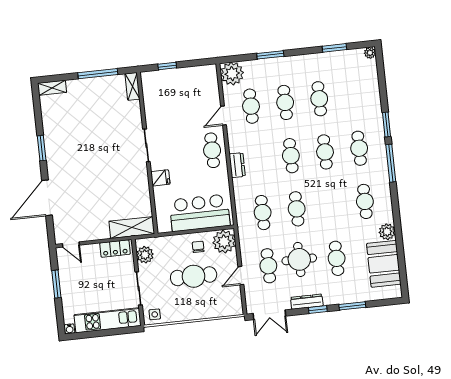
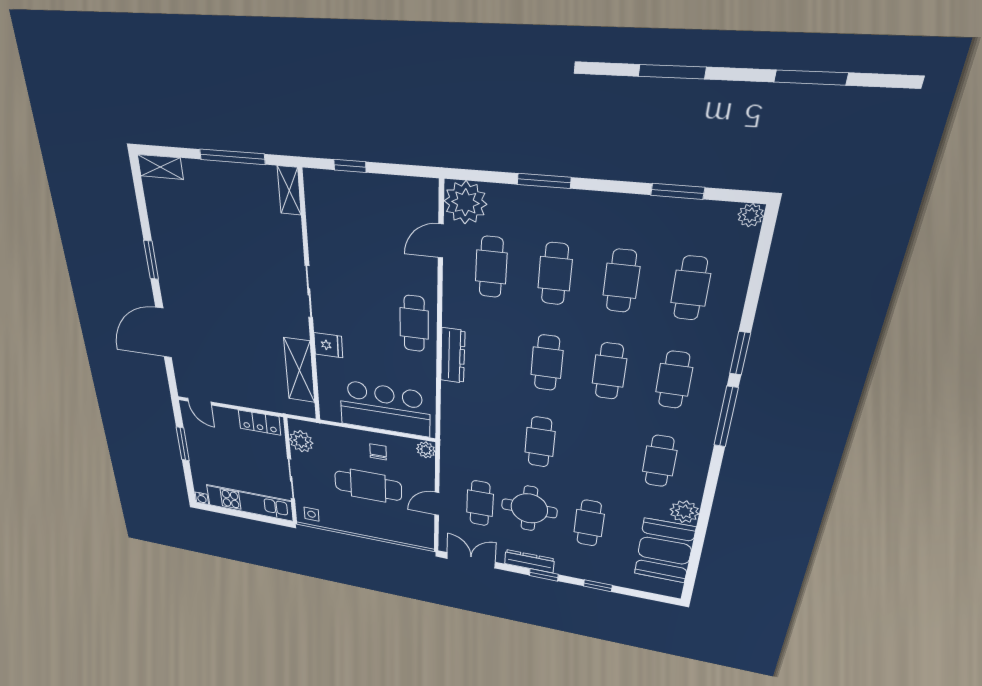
door: (223, 116) -> (441, 241), moved
dresser: (237, 165) -> (453, 356), width x1.44
cafe table: (263, 213) -> (690, 288), moved
shelving: (132, 228) -> (299, 370), moved, turned 90
plant: (224, 242) -> (426, 450), width x0.53, depth x0.53
window: (352, 306) -> (598, 586), width x0.67
double door: (269, 315) -> (471, 560), swing flipped

